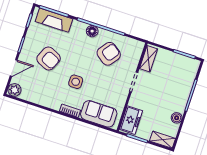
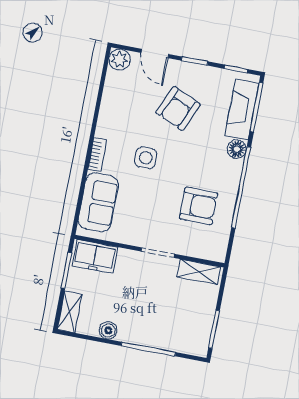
floor lamp: (92, 31) -> (237, 149), moved
armchair: (109, 54) -> (198, 206), turned -36

